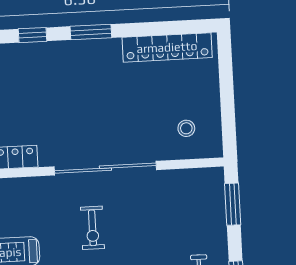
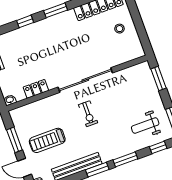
stool: (186, 128) -> (119, 29), moved

